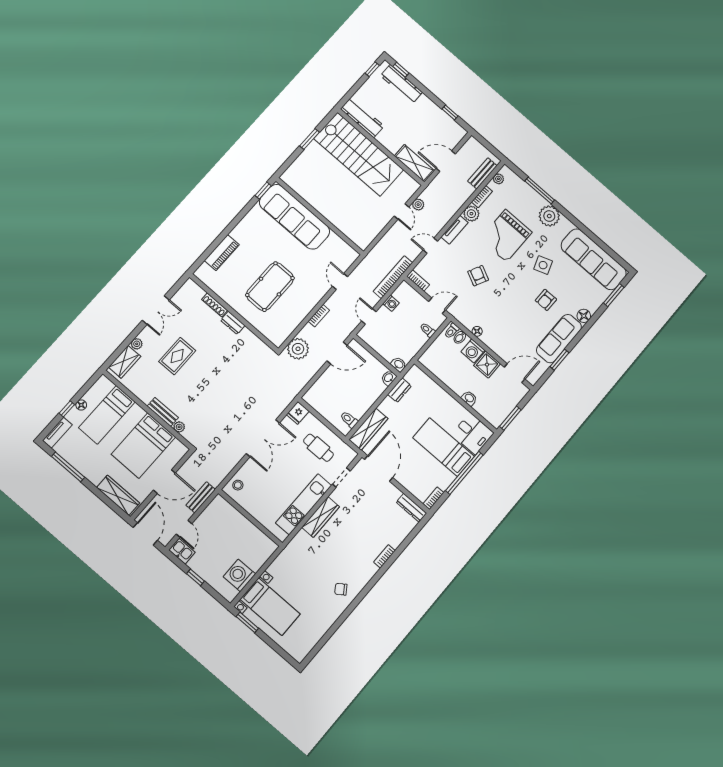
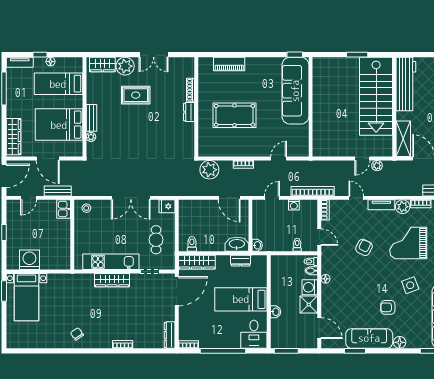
workbench: (362, 118) -> (406, 84), width x1.36, depth x1.32
plant: (137, 344) -> (125, 66), width x1.87, depth x1.87
washbasin: (389, 378) -> (237, 244), width x1.91, depth x1.45
bed: (444, 447) -> (241, 299), moved, turned -90
kitchen sink: (182, 551) -> (64, 209), moved, turned 180

